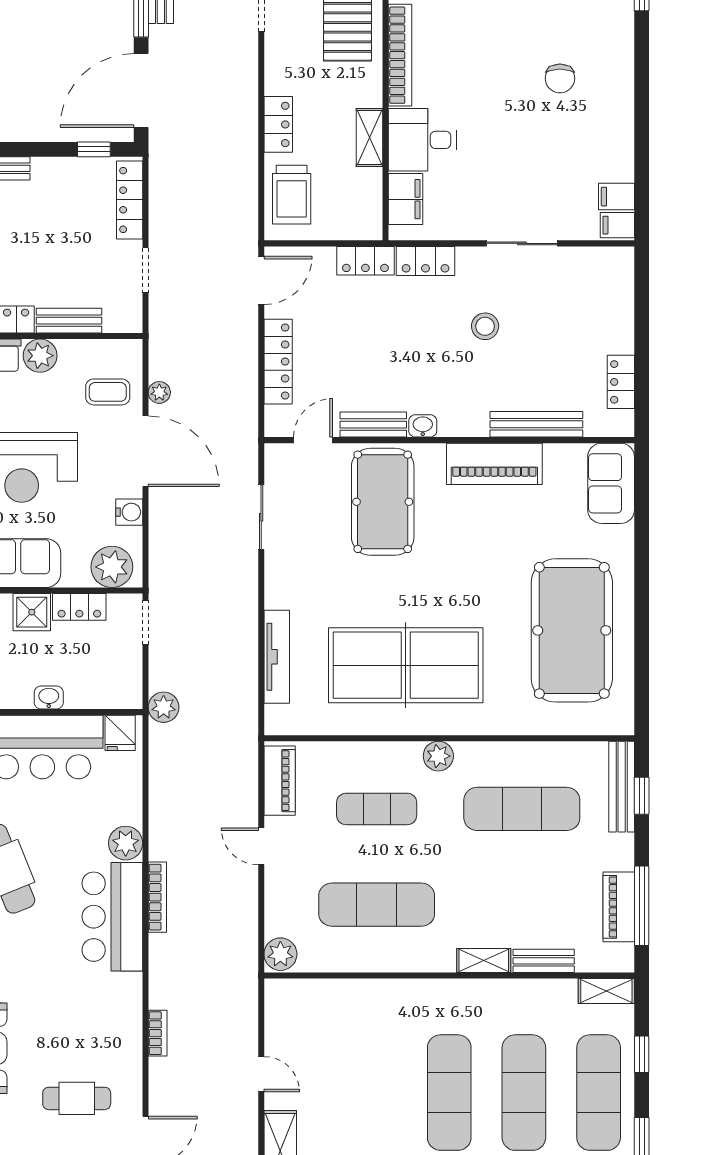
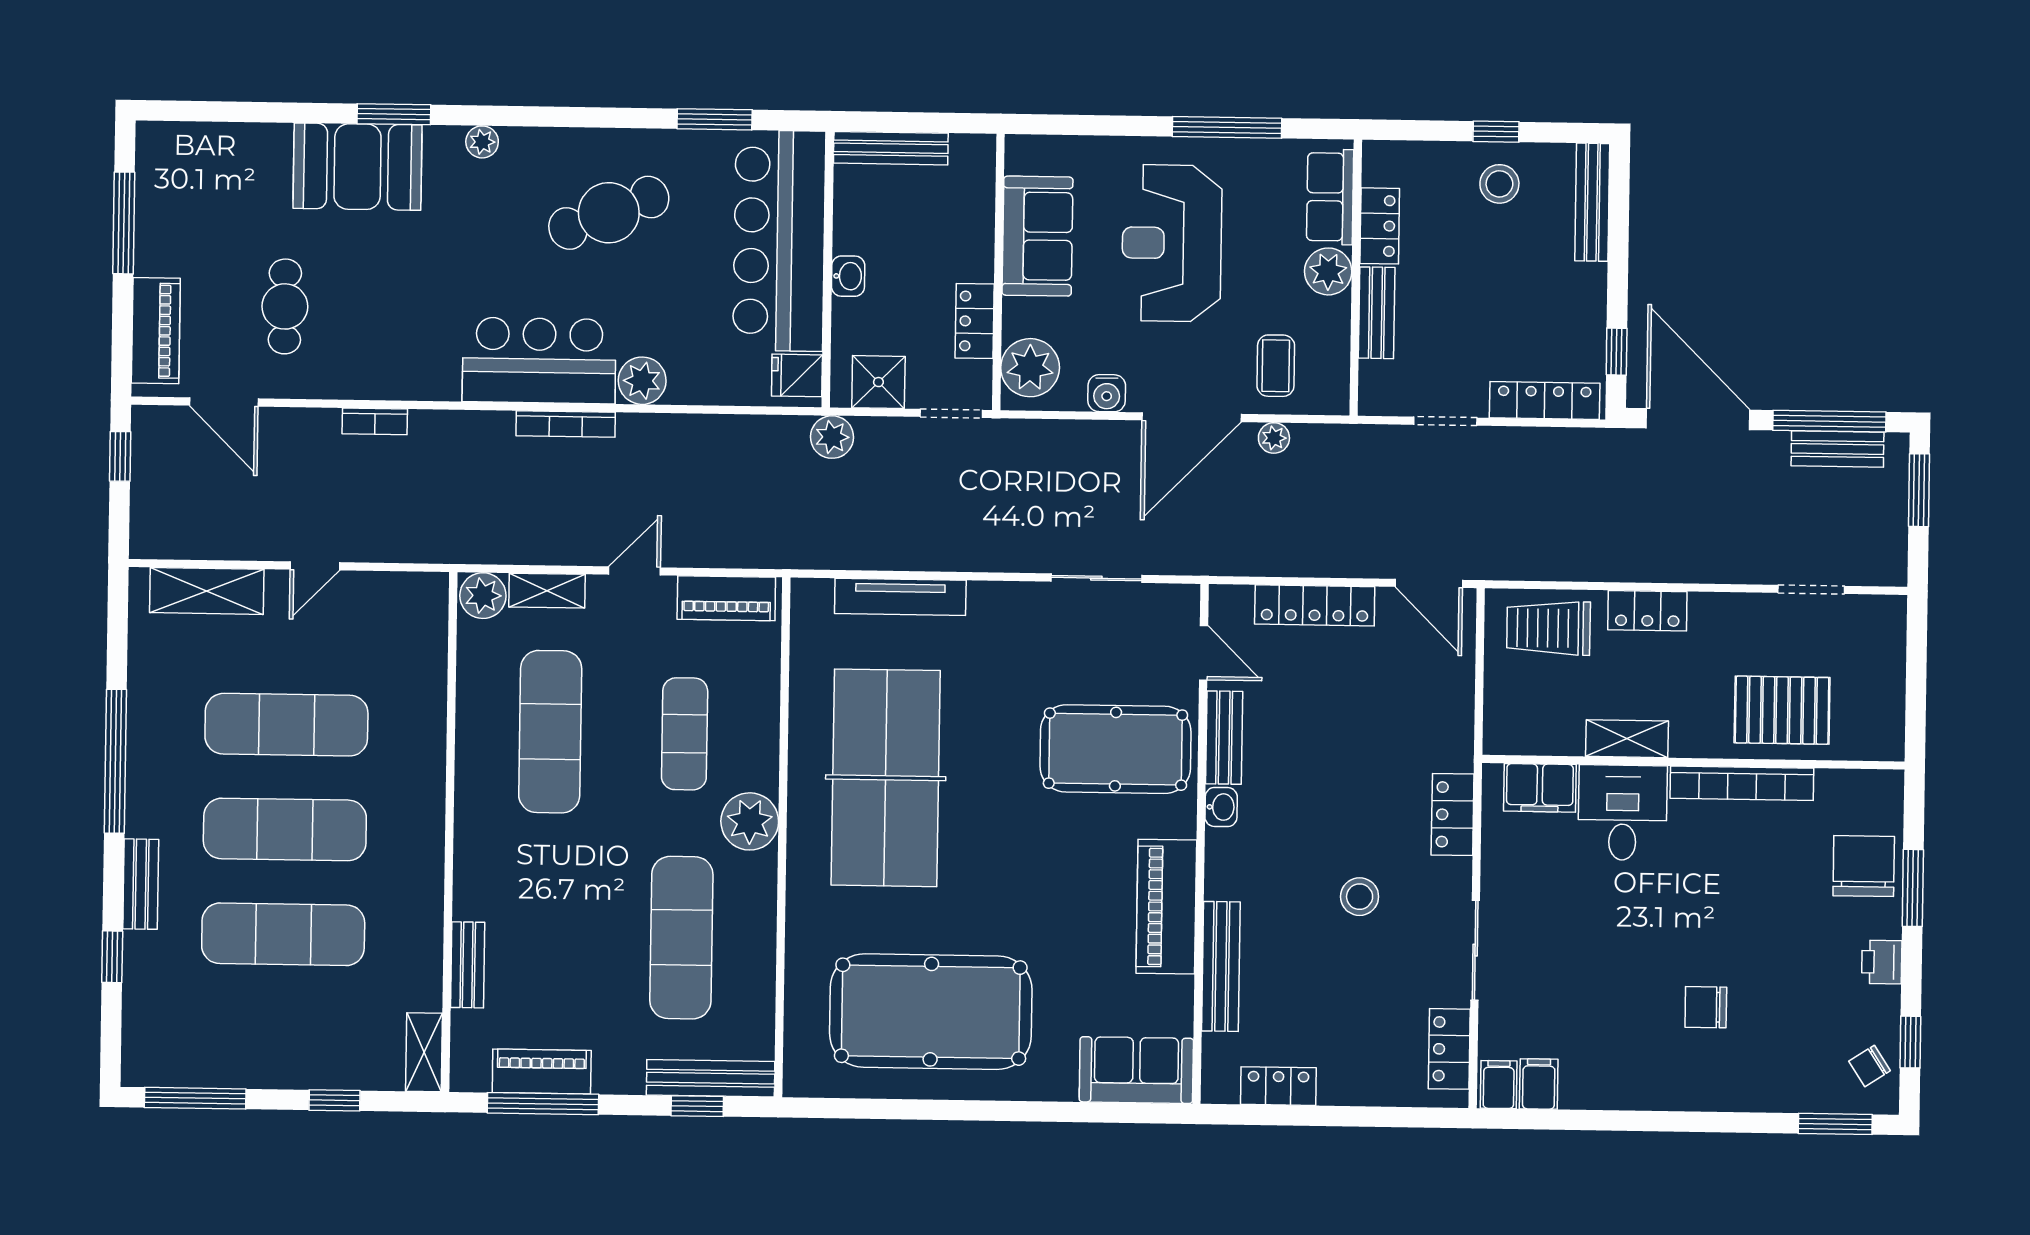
locker: (365, 261) -> (1449, 1049), moved
shower: (32, 612) -> (878, 382), moved
plant: (438, 756) -> (750, 821), width x1.36, depth x1.36
shelving: (484, 960) -> (547, 591), moved, turned 90
exercise mat: (599, 1093) -> (286, 725), moved

